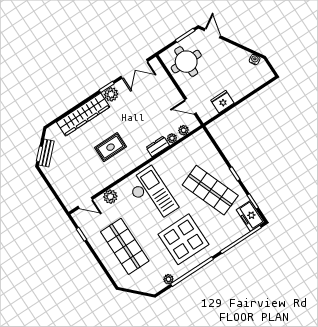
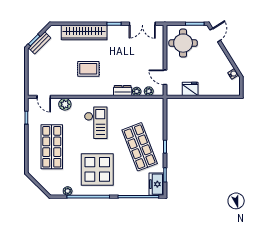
plant: (111, 94) -> (114, 31), removed
checkout: (152, 195) -> (96, 123), width x0.73, depth x0.83

